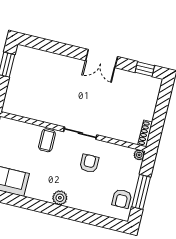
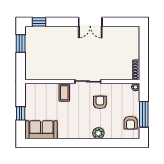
window: (145, 69) -> (39, 22), moved
plant: (60, 198) -> (98, 133), moved

